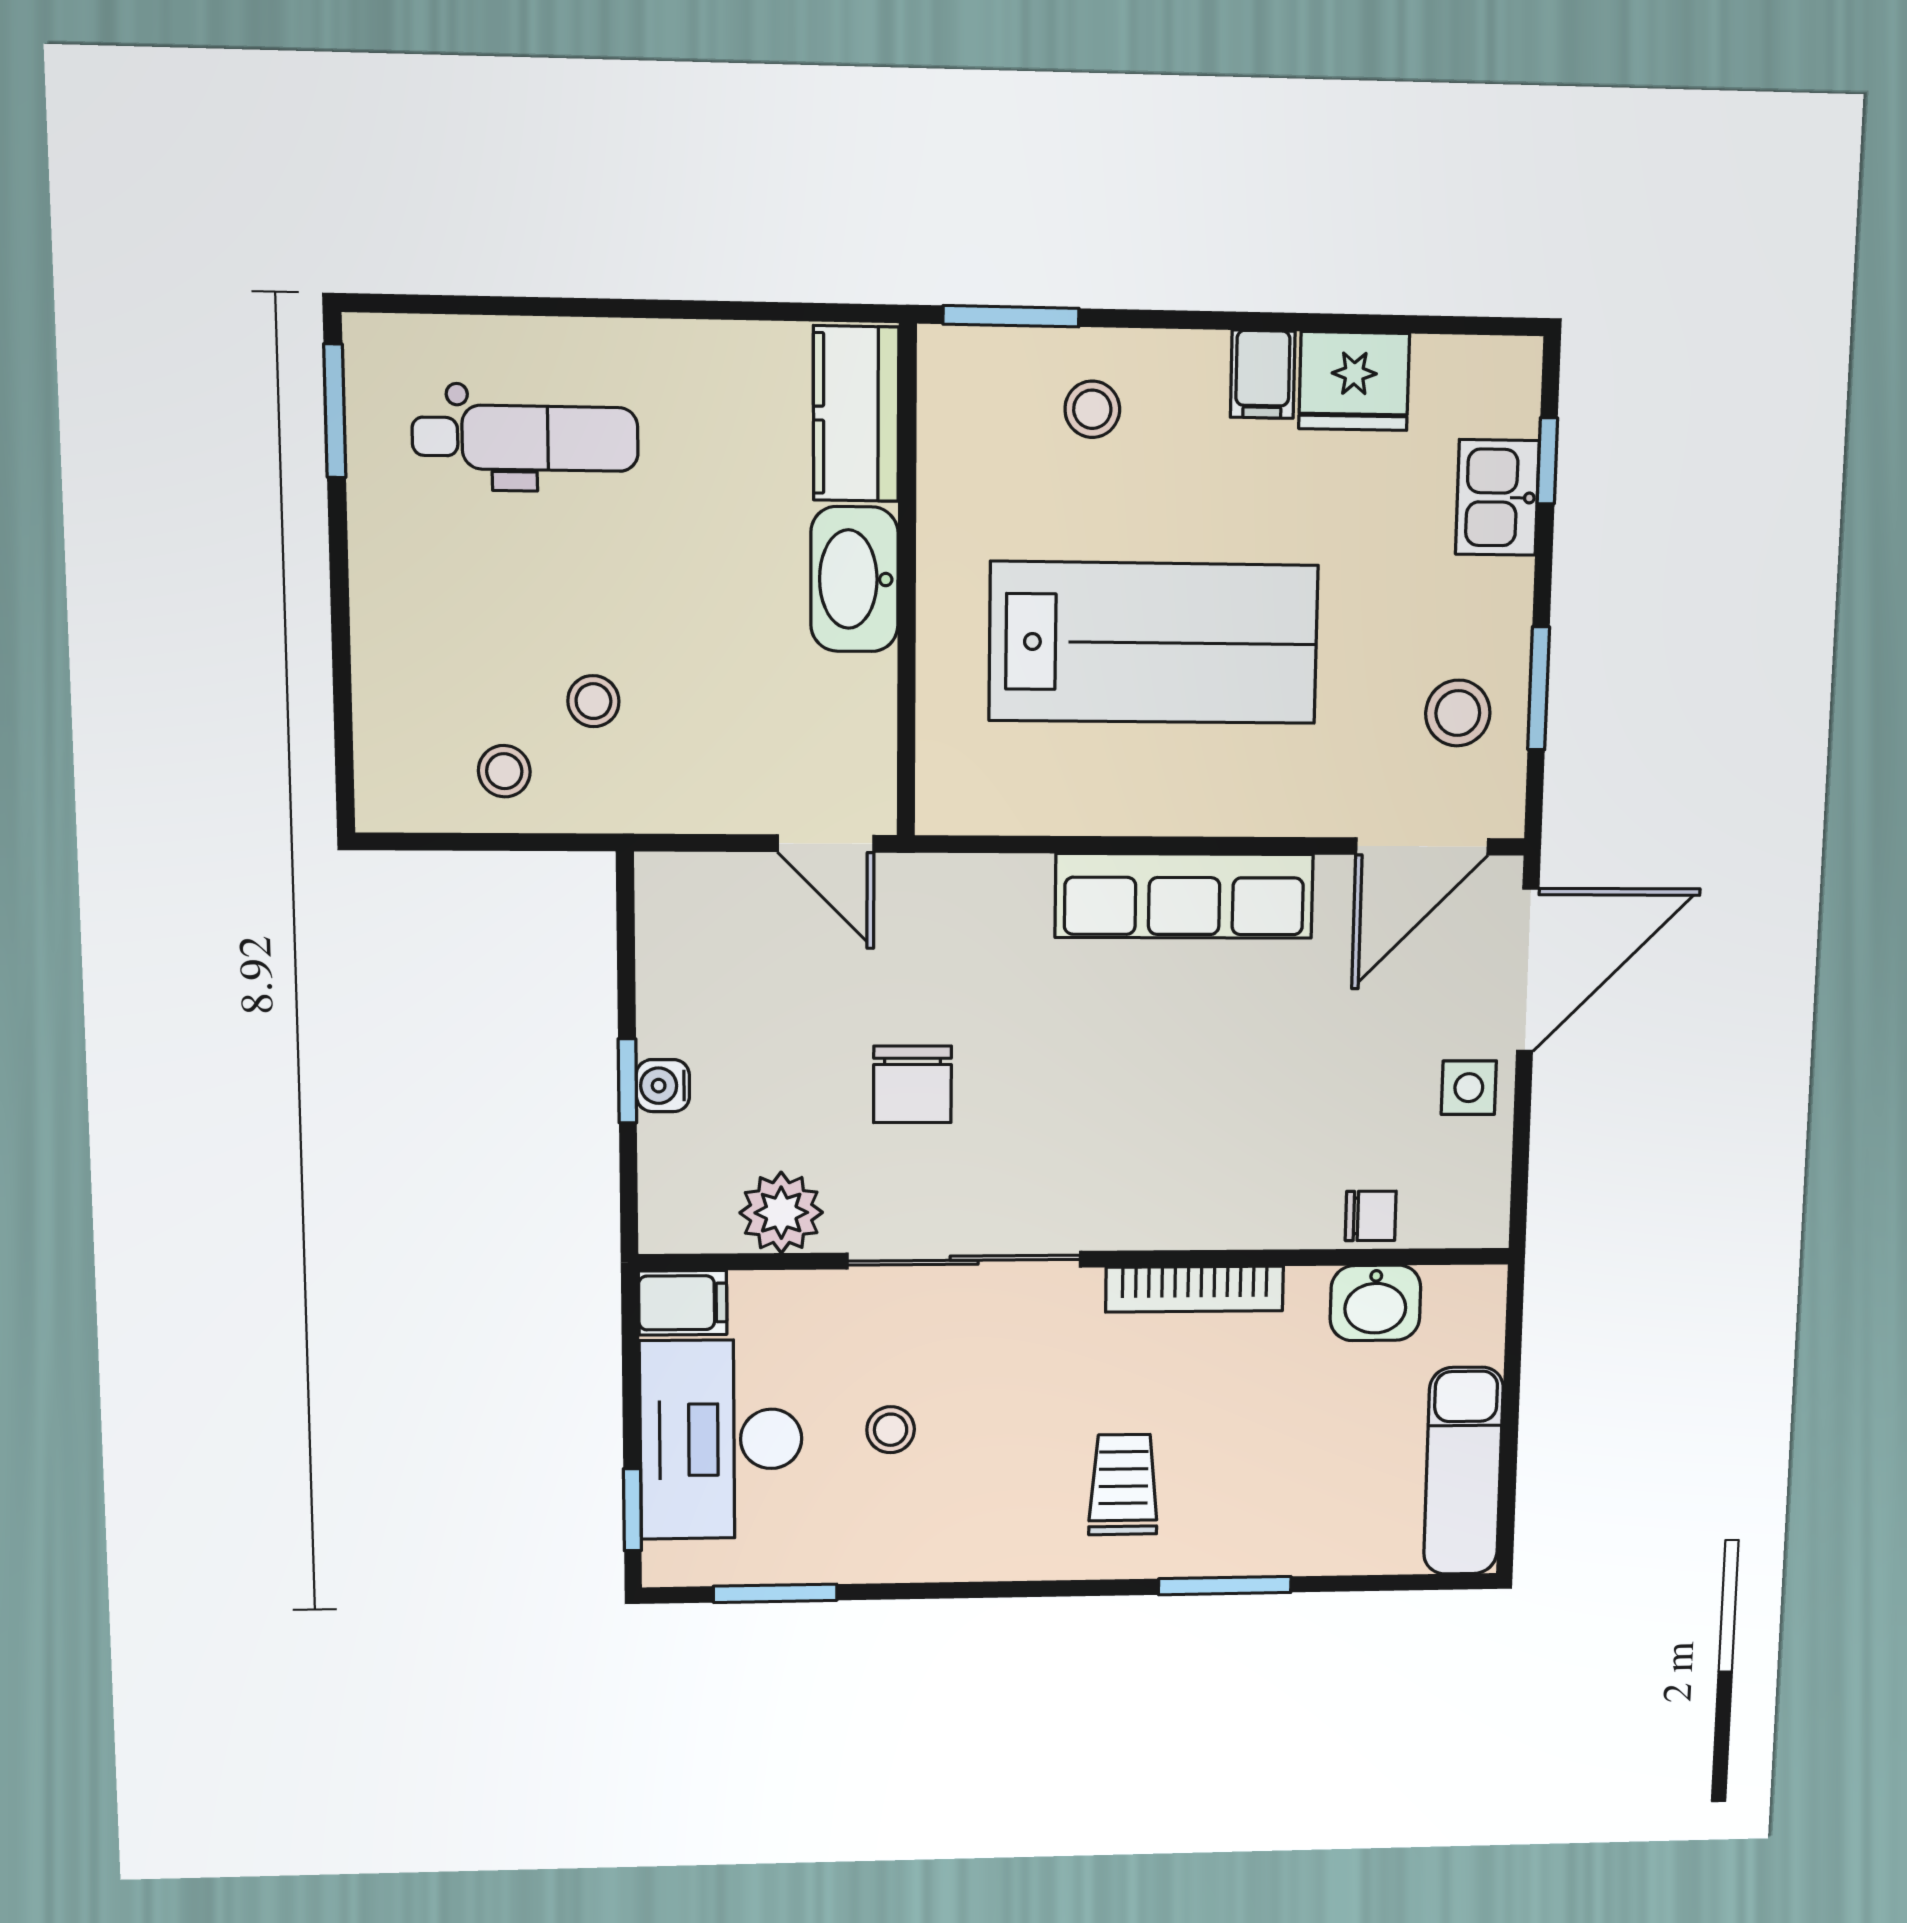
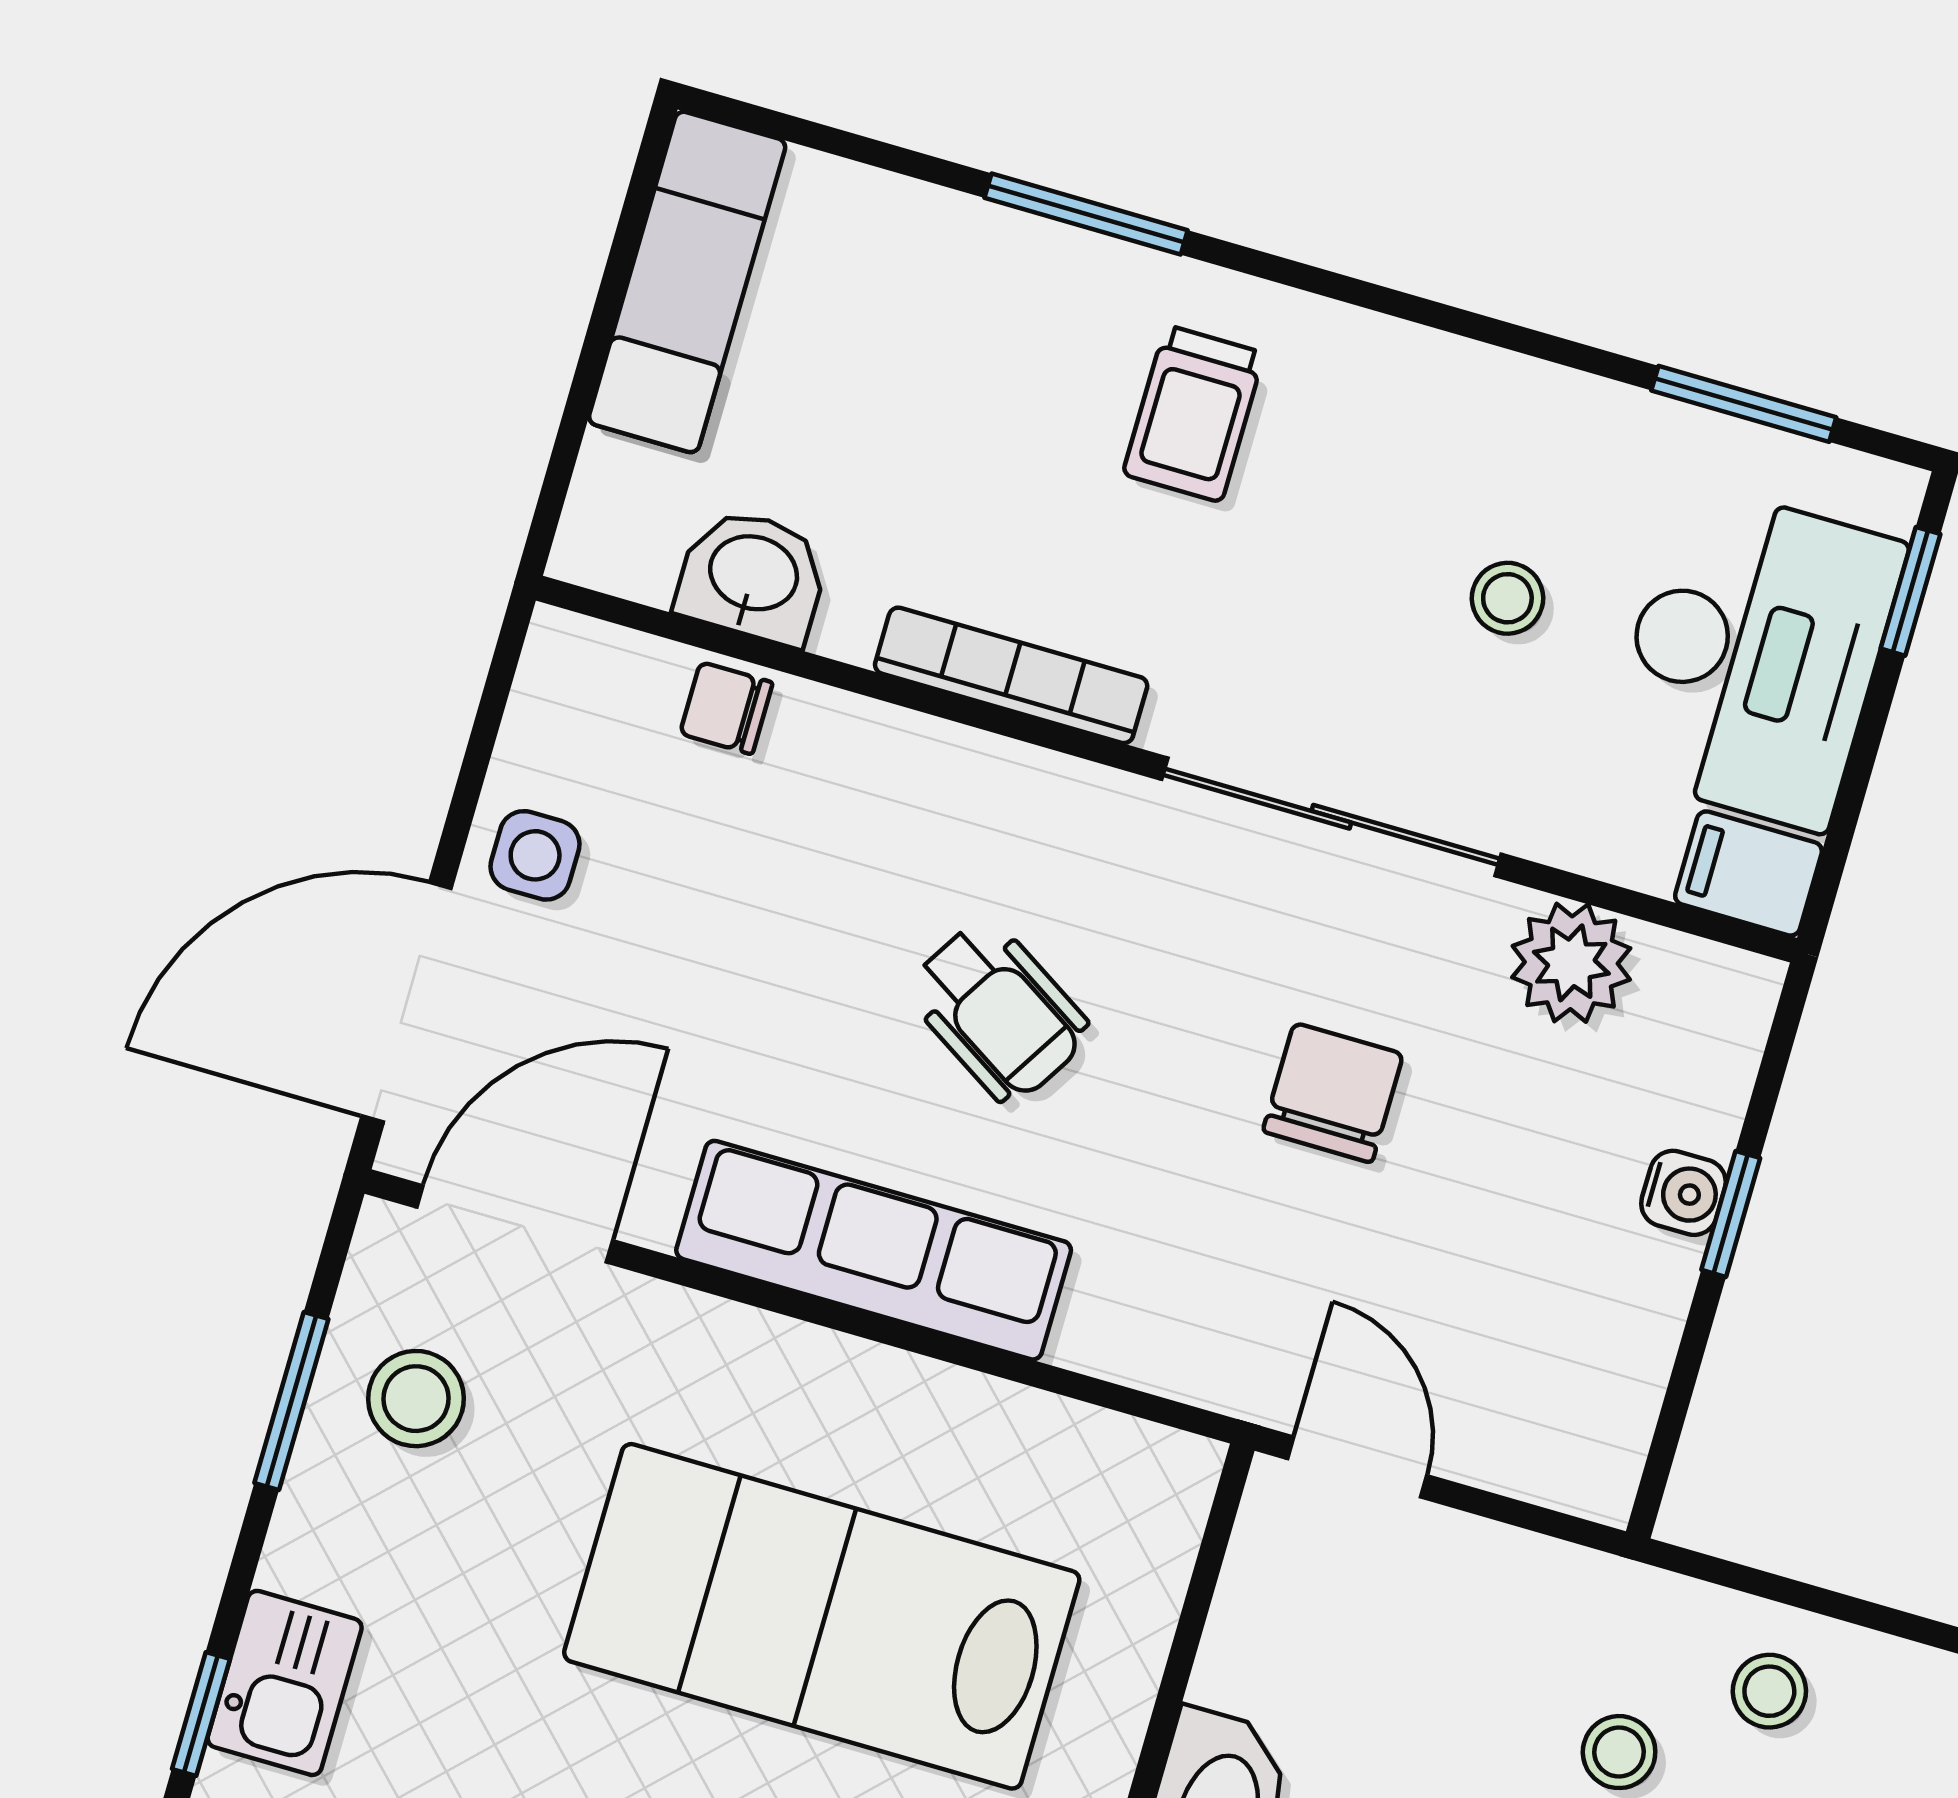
wheelchair: (1145, 1074) -> (998, 1011), added

